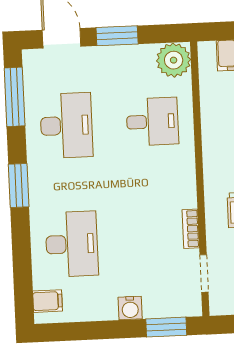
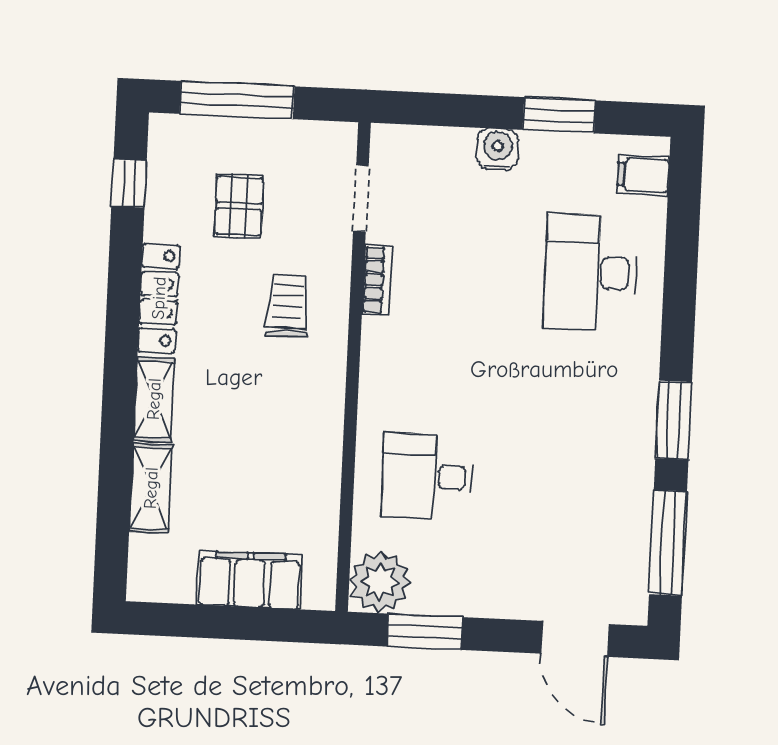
window: (117, 36) -> (425, 632), moved
desk: (66, 125) -> (581, 484), removed
window: (19, 185) -> (674, 420), moved
window: (166, 327) -> (559, 115), moved

